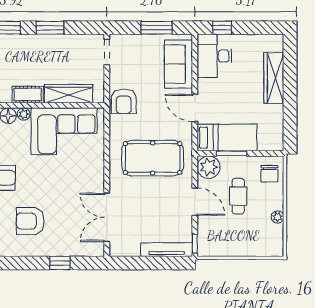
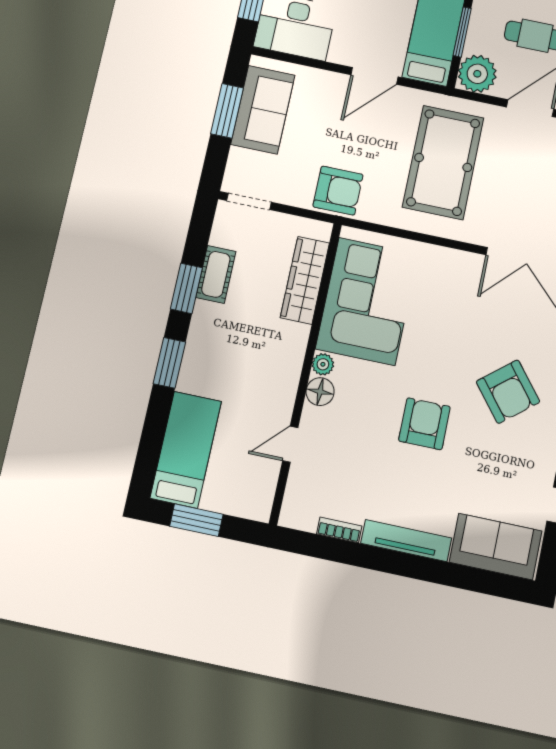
sofa: (178, 64) -> (263, 110), moved, turned -90
cot: (28, 95) -> (216, 274), moved
armchair: (30, 221) -> (508, 392), turned -39

